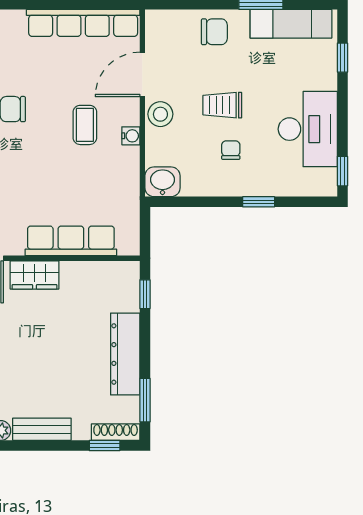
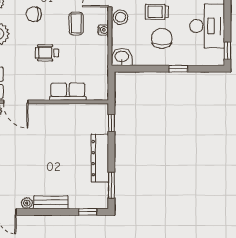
chair: (231, 150) -> (162, 38), width x1.87, depth x1.87
wheelchair: (35, 175) -> (47, 53), added
row of seats: (71, 241) -> (68, 92), width x0.68
wardrobe: (34, 275) -> (47, 112), removed
shoe rack: (116, 432) -> (94, 204), removed

